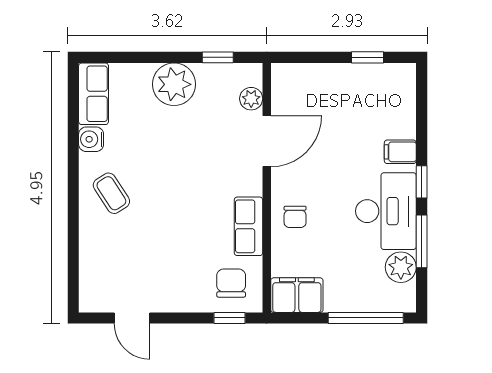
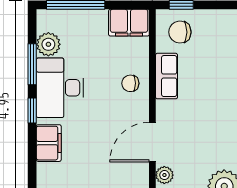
filing cabinet: (400, 152) -> (49, 143), width x2.00
chair: (295, 217) -> (130, 83), turned -90
chair: (231, 283) -> (180, 32), turned 90

